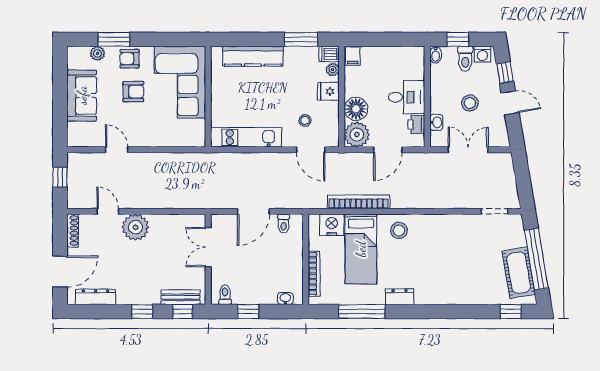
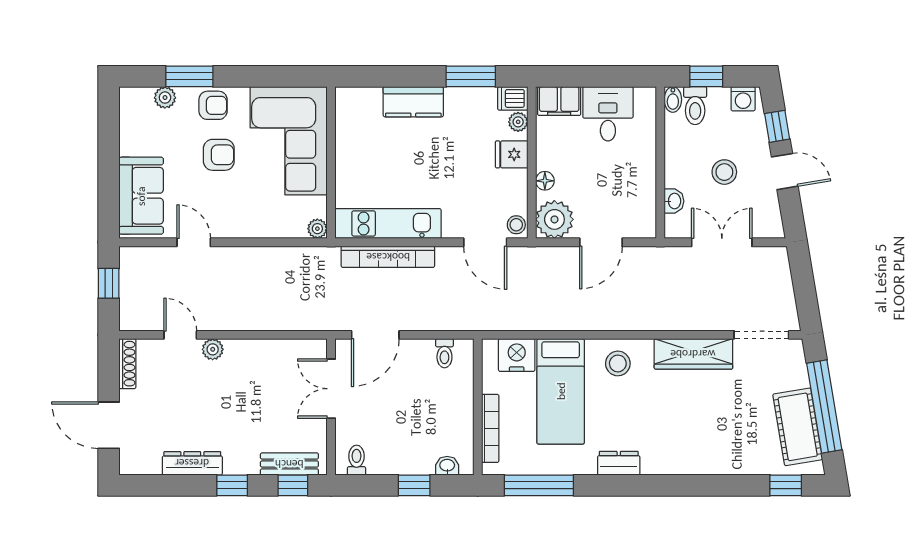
kitchen counter: (253, 56) -> (413, 102), width x0.67
filing cabinet: (353, 56) -> (559, 101), width x2.00
armchair: (130, 59) -> (213, 105), turned 180
toilet: (465, 59) -> (695, 106), moved
sofa: (82, 95) -> (141, 196), moved
desk: (407, 97) -> (608, 114), moved, turned -90
floor lamp: (356, 109) -> (545, 181), width x0.53, depth x0.53
stool: (305, 120) -> (516, 225), moved
printer: (416, 124) -> (644, 204), removed
plant: (199, 141) -> (317, 229), added
bookcase: (359, 202) -> (388, 257), moved, turned 180
door: (253, 211) -> (375, 335), moved
doorway: (495, 211) -> (761, 335), width x1.38
wardrobe: (449, 224) -> (693, 354), added
plant: (135, 227) -> (213, 349), width x0.53, depth x0.53
door: (60, 272) -> (109, 425), swing flipped
dresser: (96, 297) -> (192, 463), moved
window: (248, 312) -> (414, 485), moved
window: (362, 312) -> (539, 485), moved

